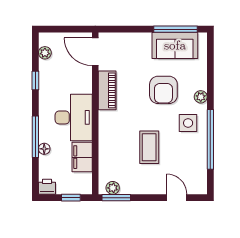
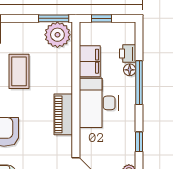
piano: (107, 90) -> (63, 114), moved
printer: (47, 187) -> (128, 54), moved, turned 90
plant: (113, 188) -> (57, 35), width x1.88, depth x1.88

